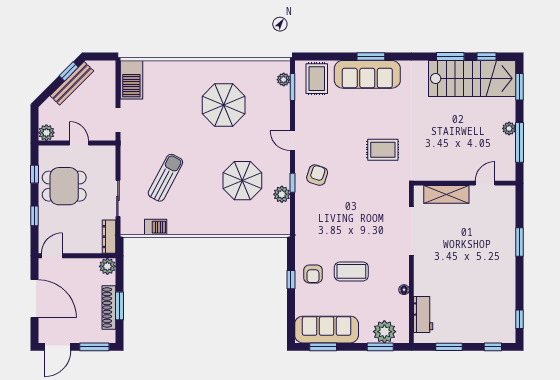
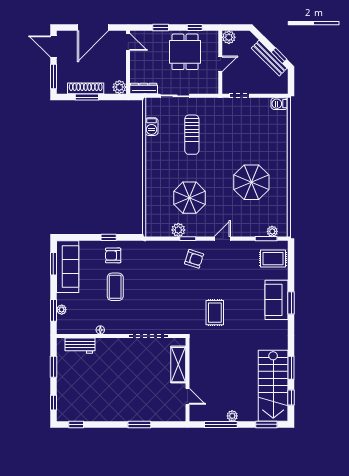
sofa: (367, 74) -> (276, 300), width x0.73
barbecue: (131, 80) -> (279, 104), width x0.53, depth x0.65
sun lounger: (165, 178) -> (192, 135), turned 62
plant: (384, 332) -> (62, 310), width x0.53, depth x0.53

